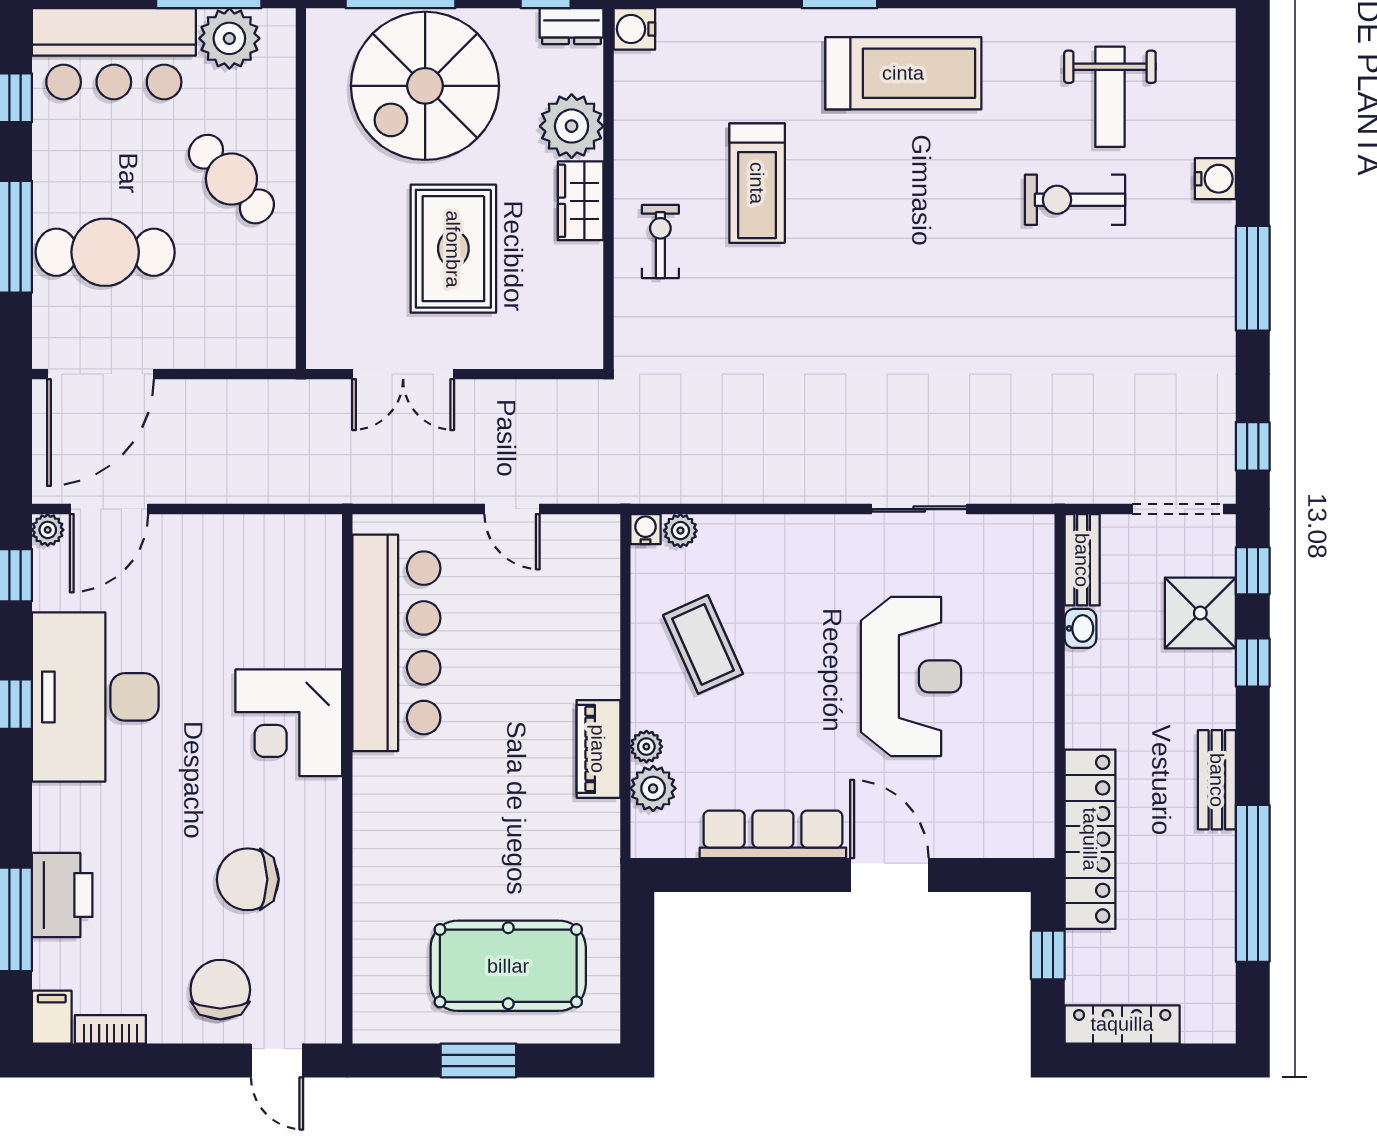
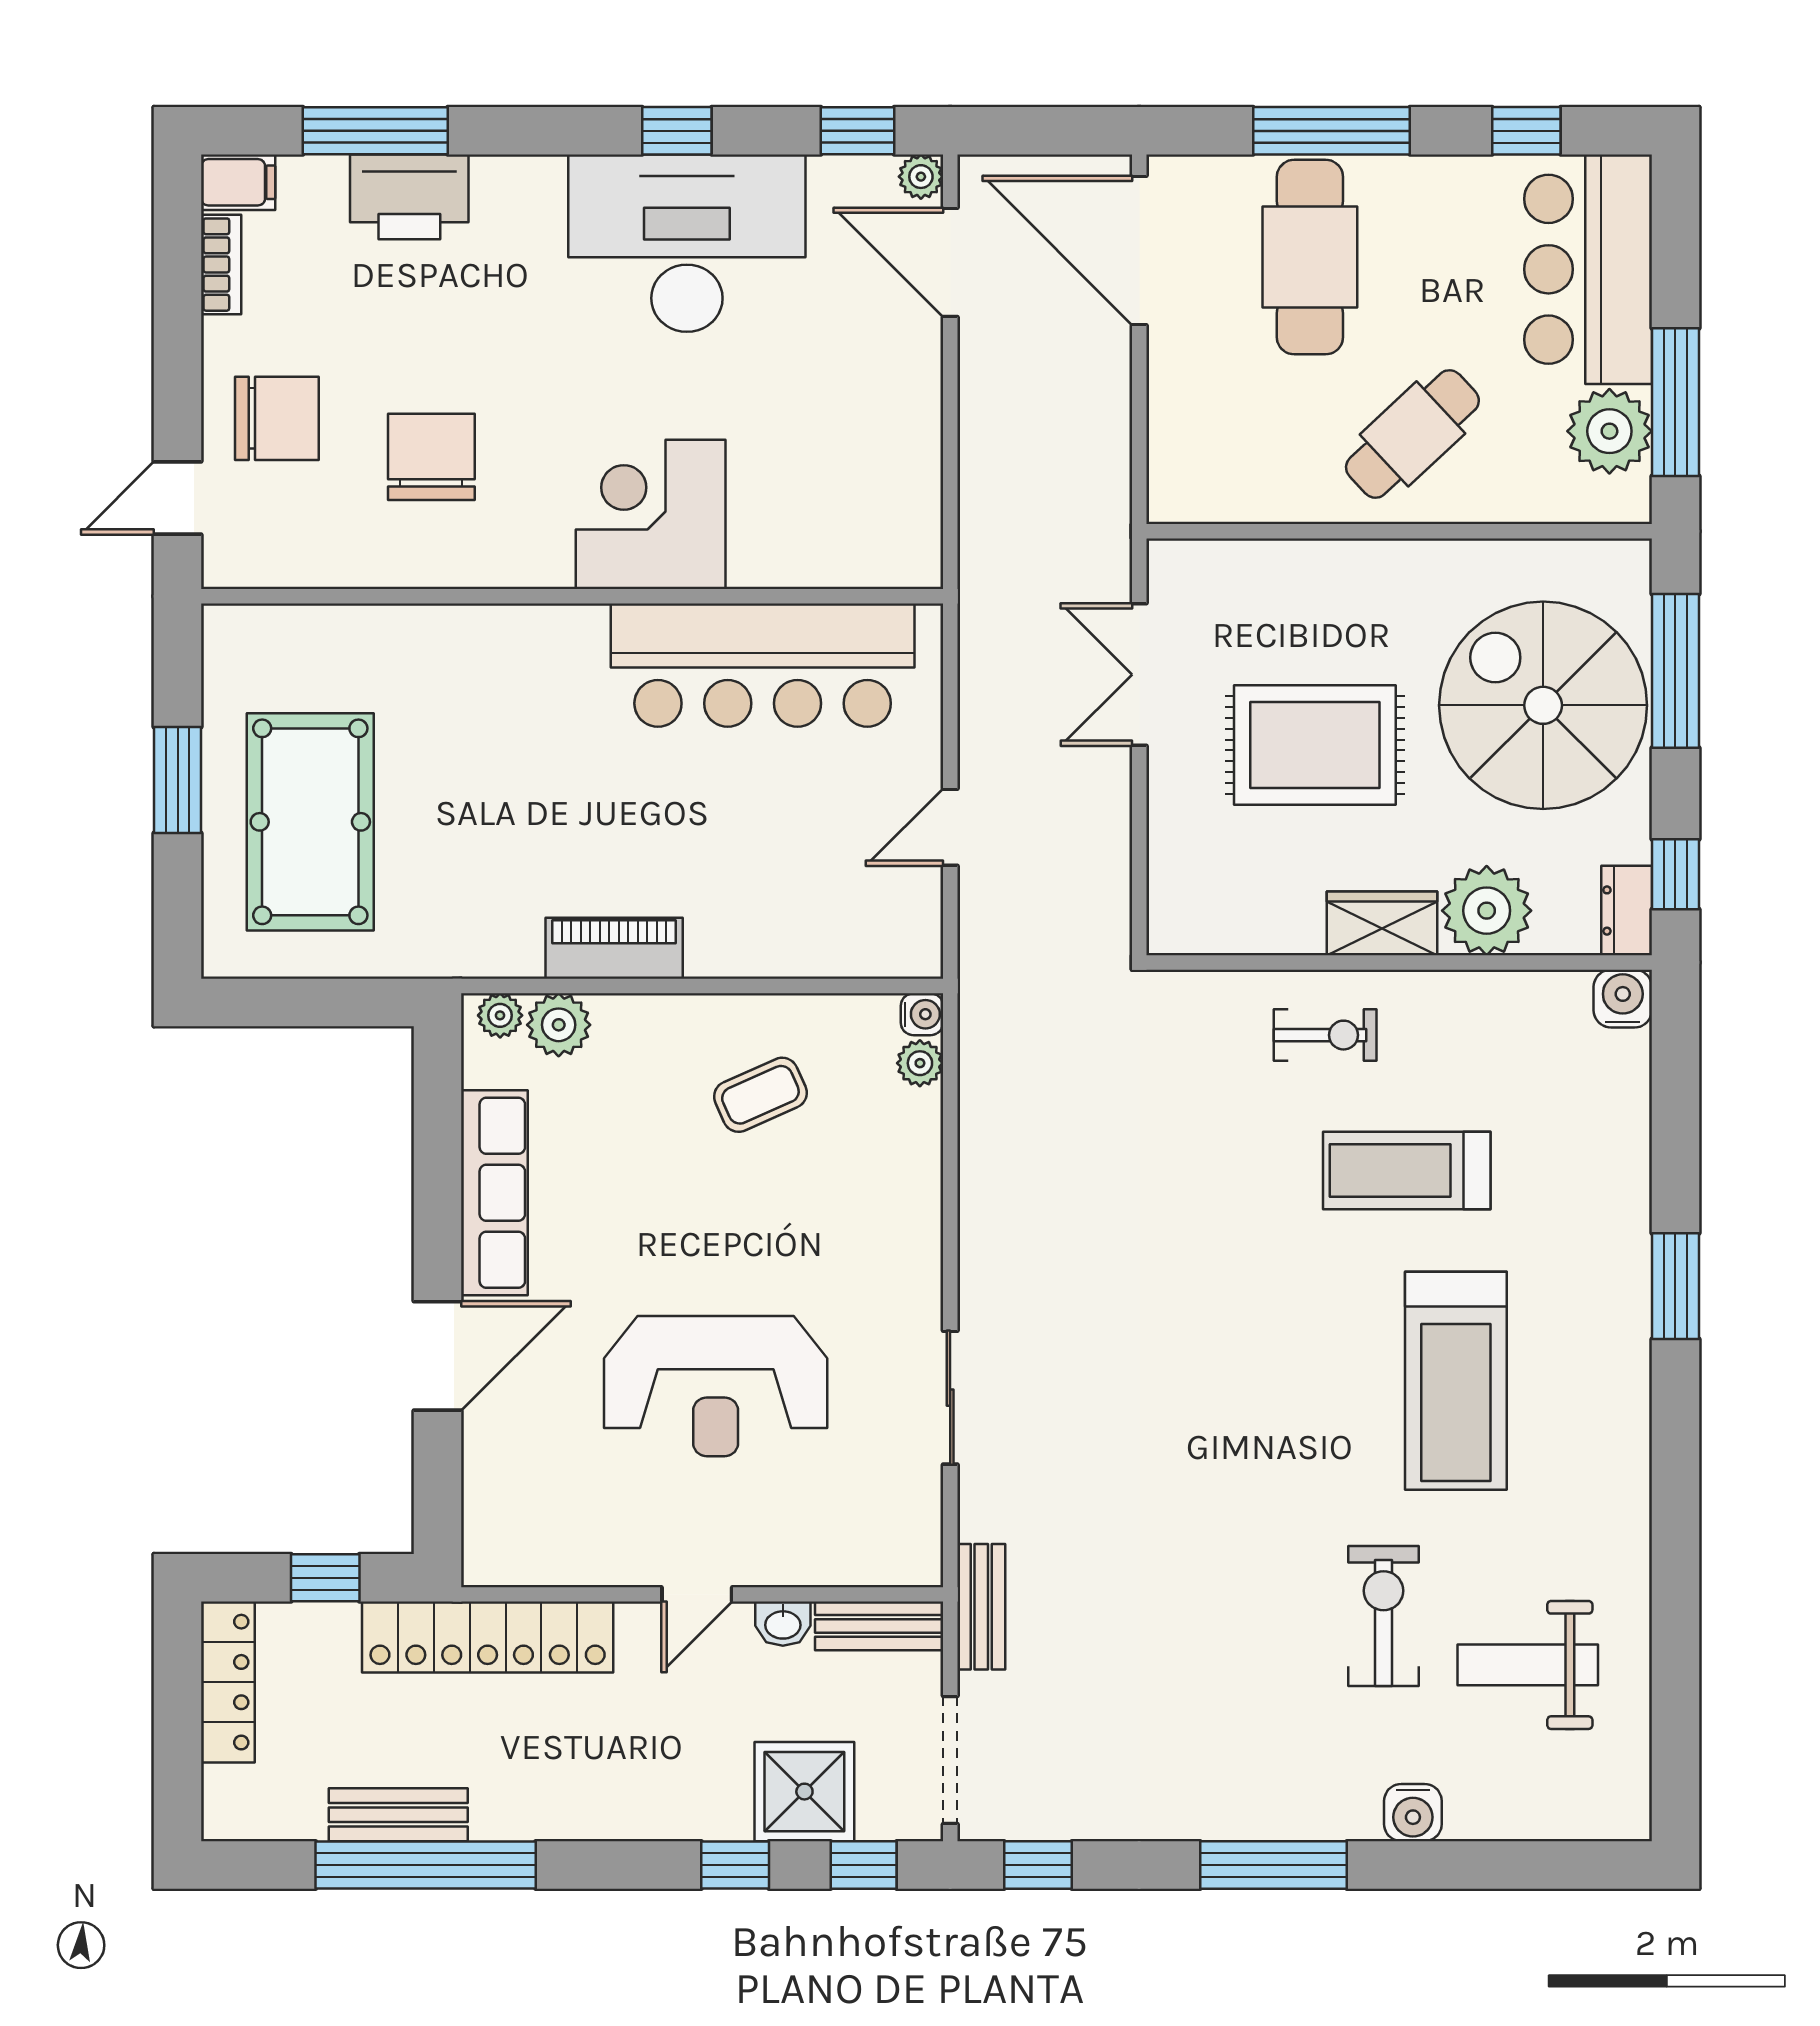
treadmill: (903, 73) -> (1456, 1381), moved
bench: (1068, 487) -> (981, 1607), added
coffee table: (703, 644) -> (760, 1095), width x0.73, depth x0.77
door: (1060, 690) -> (697, 1594), added
plant: (646, 747) -> (500, 1015), moved
bench: (1217, 780) -> (398, 1815), moved

